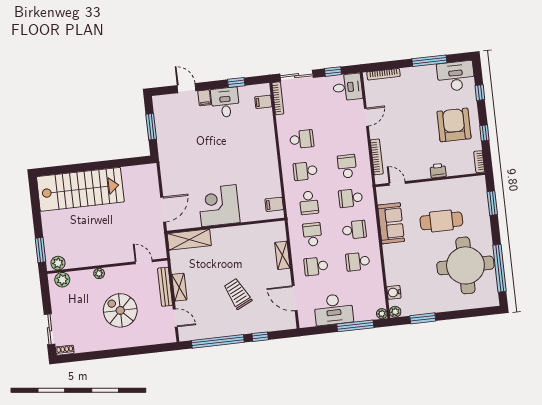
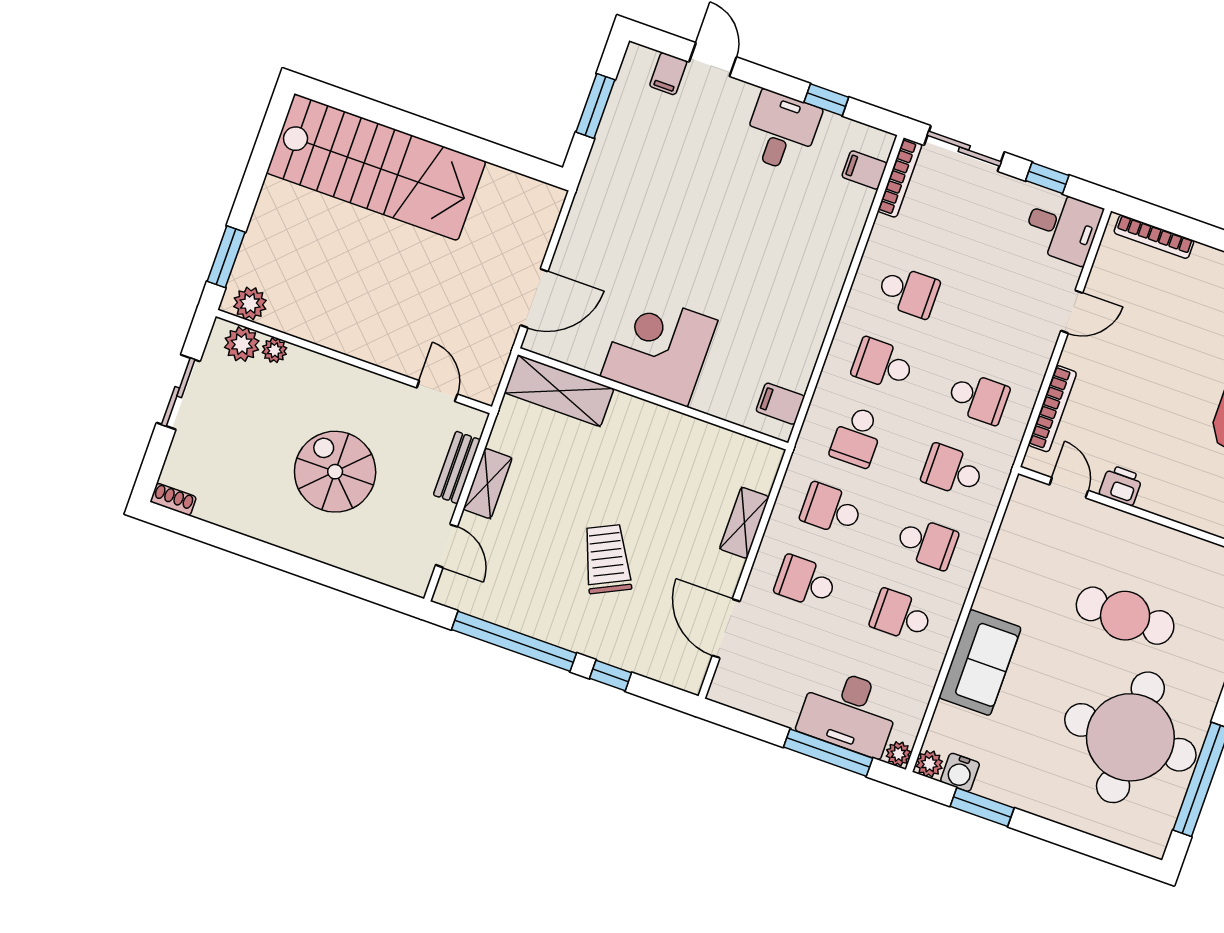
filing cabinet: (204, 98) -> (668, 74), moved
school desk: (347, 166) -> (978, 398), turned 90
printer: (438, 171) -> (1121, 485), moved
sofa: (391, 223) -> (980, 662), moved
school desk: (312, 234) -> (831, 509), turned -90
plant: (99, 273) -> (275, 350), moved
bench: (165, 287) -> (457, 467), width x0.73
water cooler: (394, 292) -> (960, 772), moved, turned -90
desk: (334, 309) -> (849, 712), moved
sliding door: (49, 329) -> (178, 392), moved

